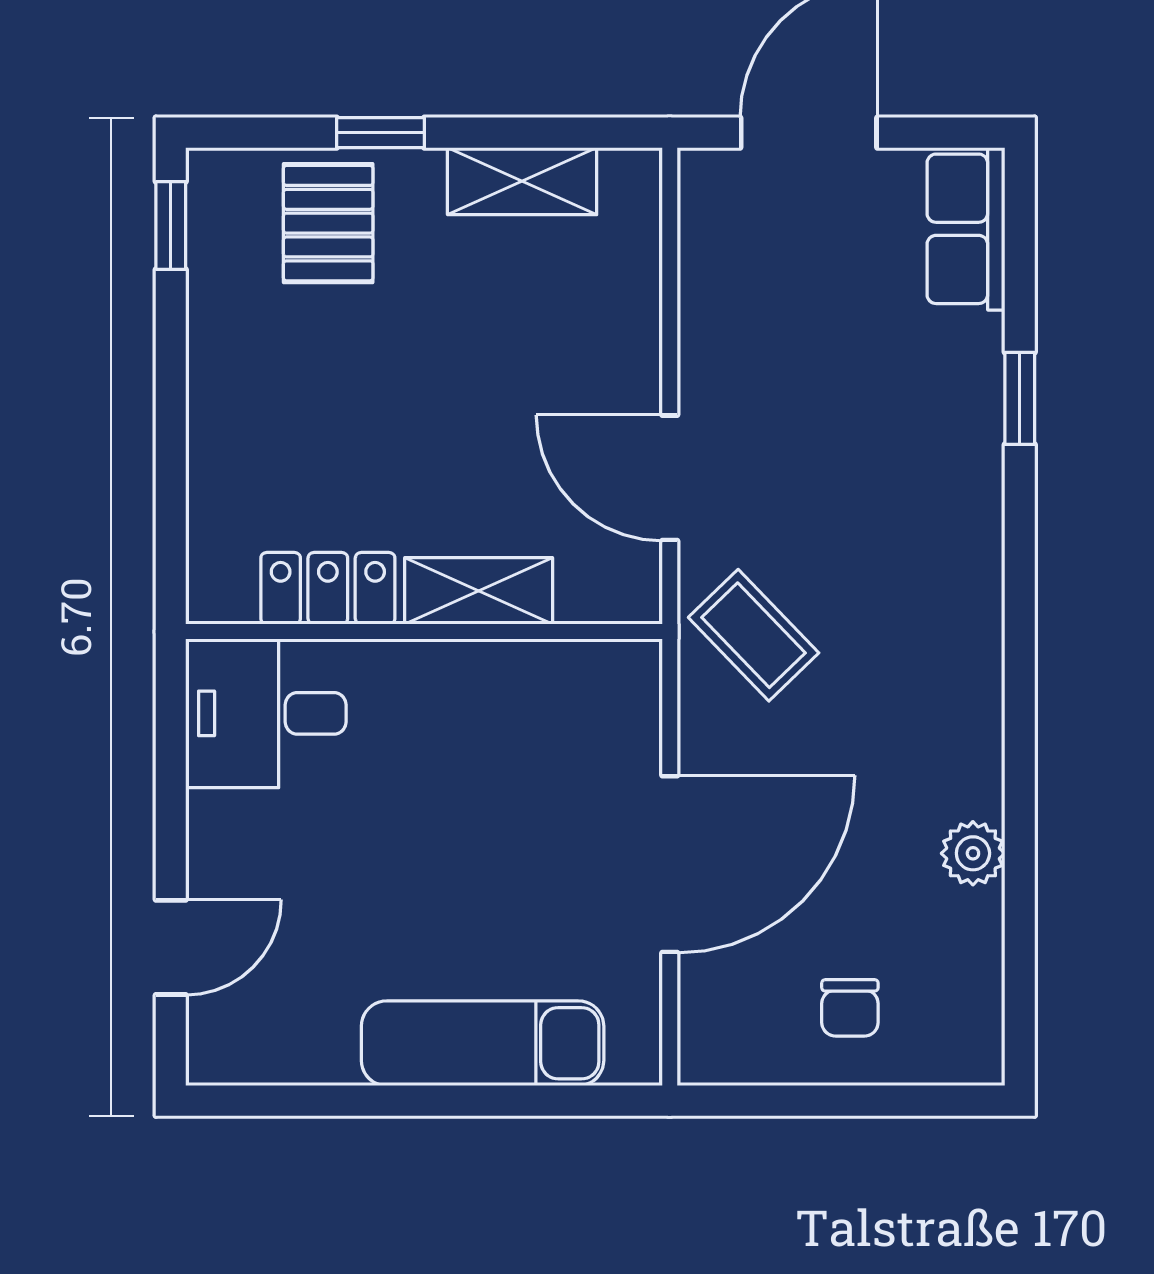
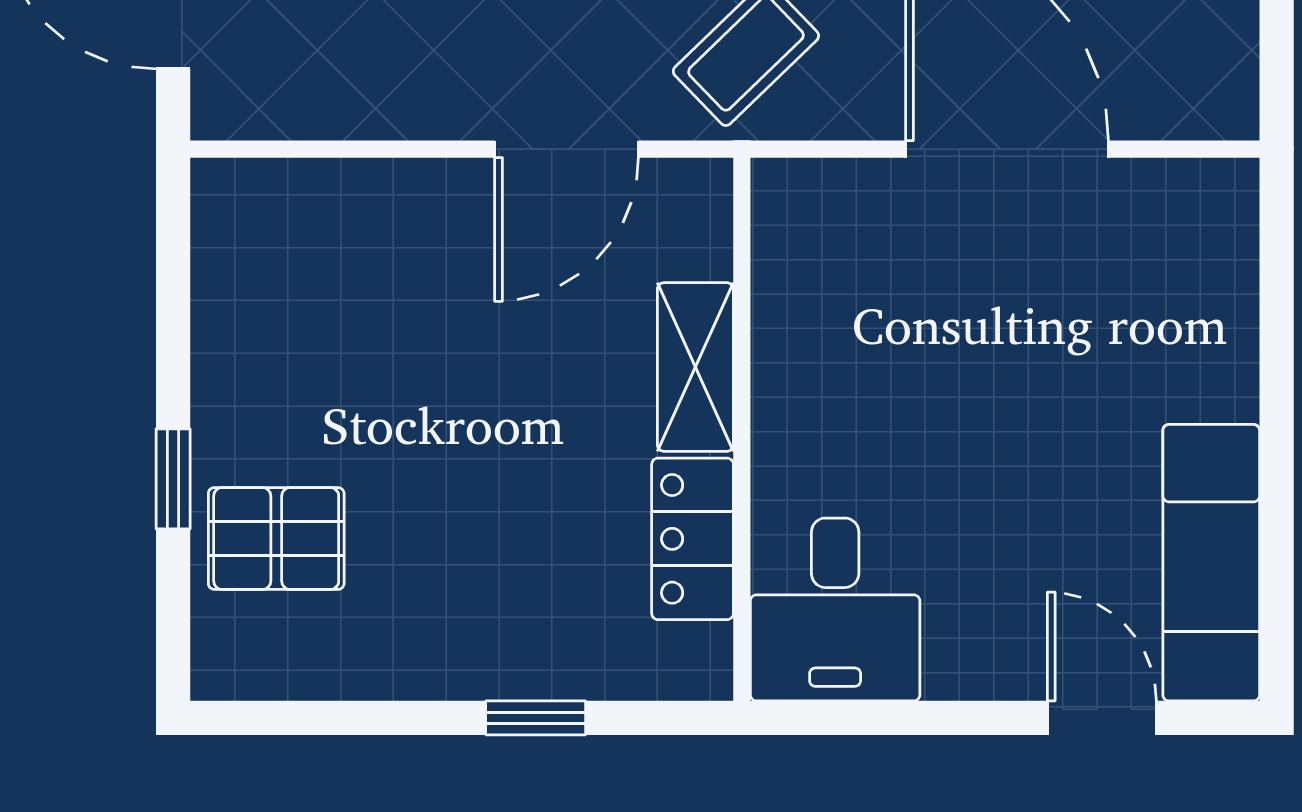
shelving: (522, 181) -> (228, 317), removed
window: (171, 226) -> (536, 718), moved
exam couch: (483, 1043) -> (1211, 563), moved

